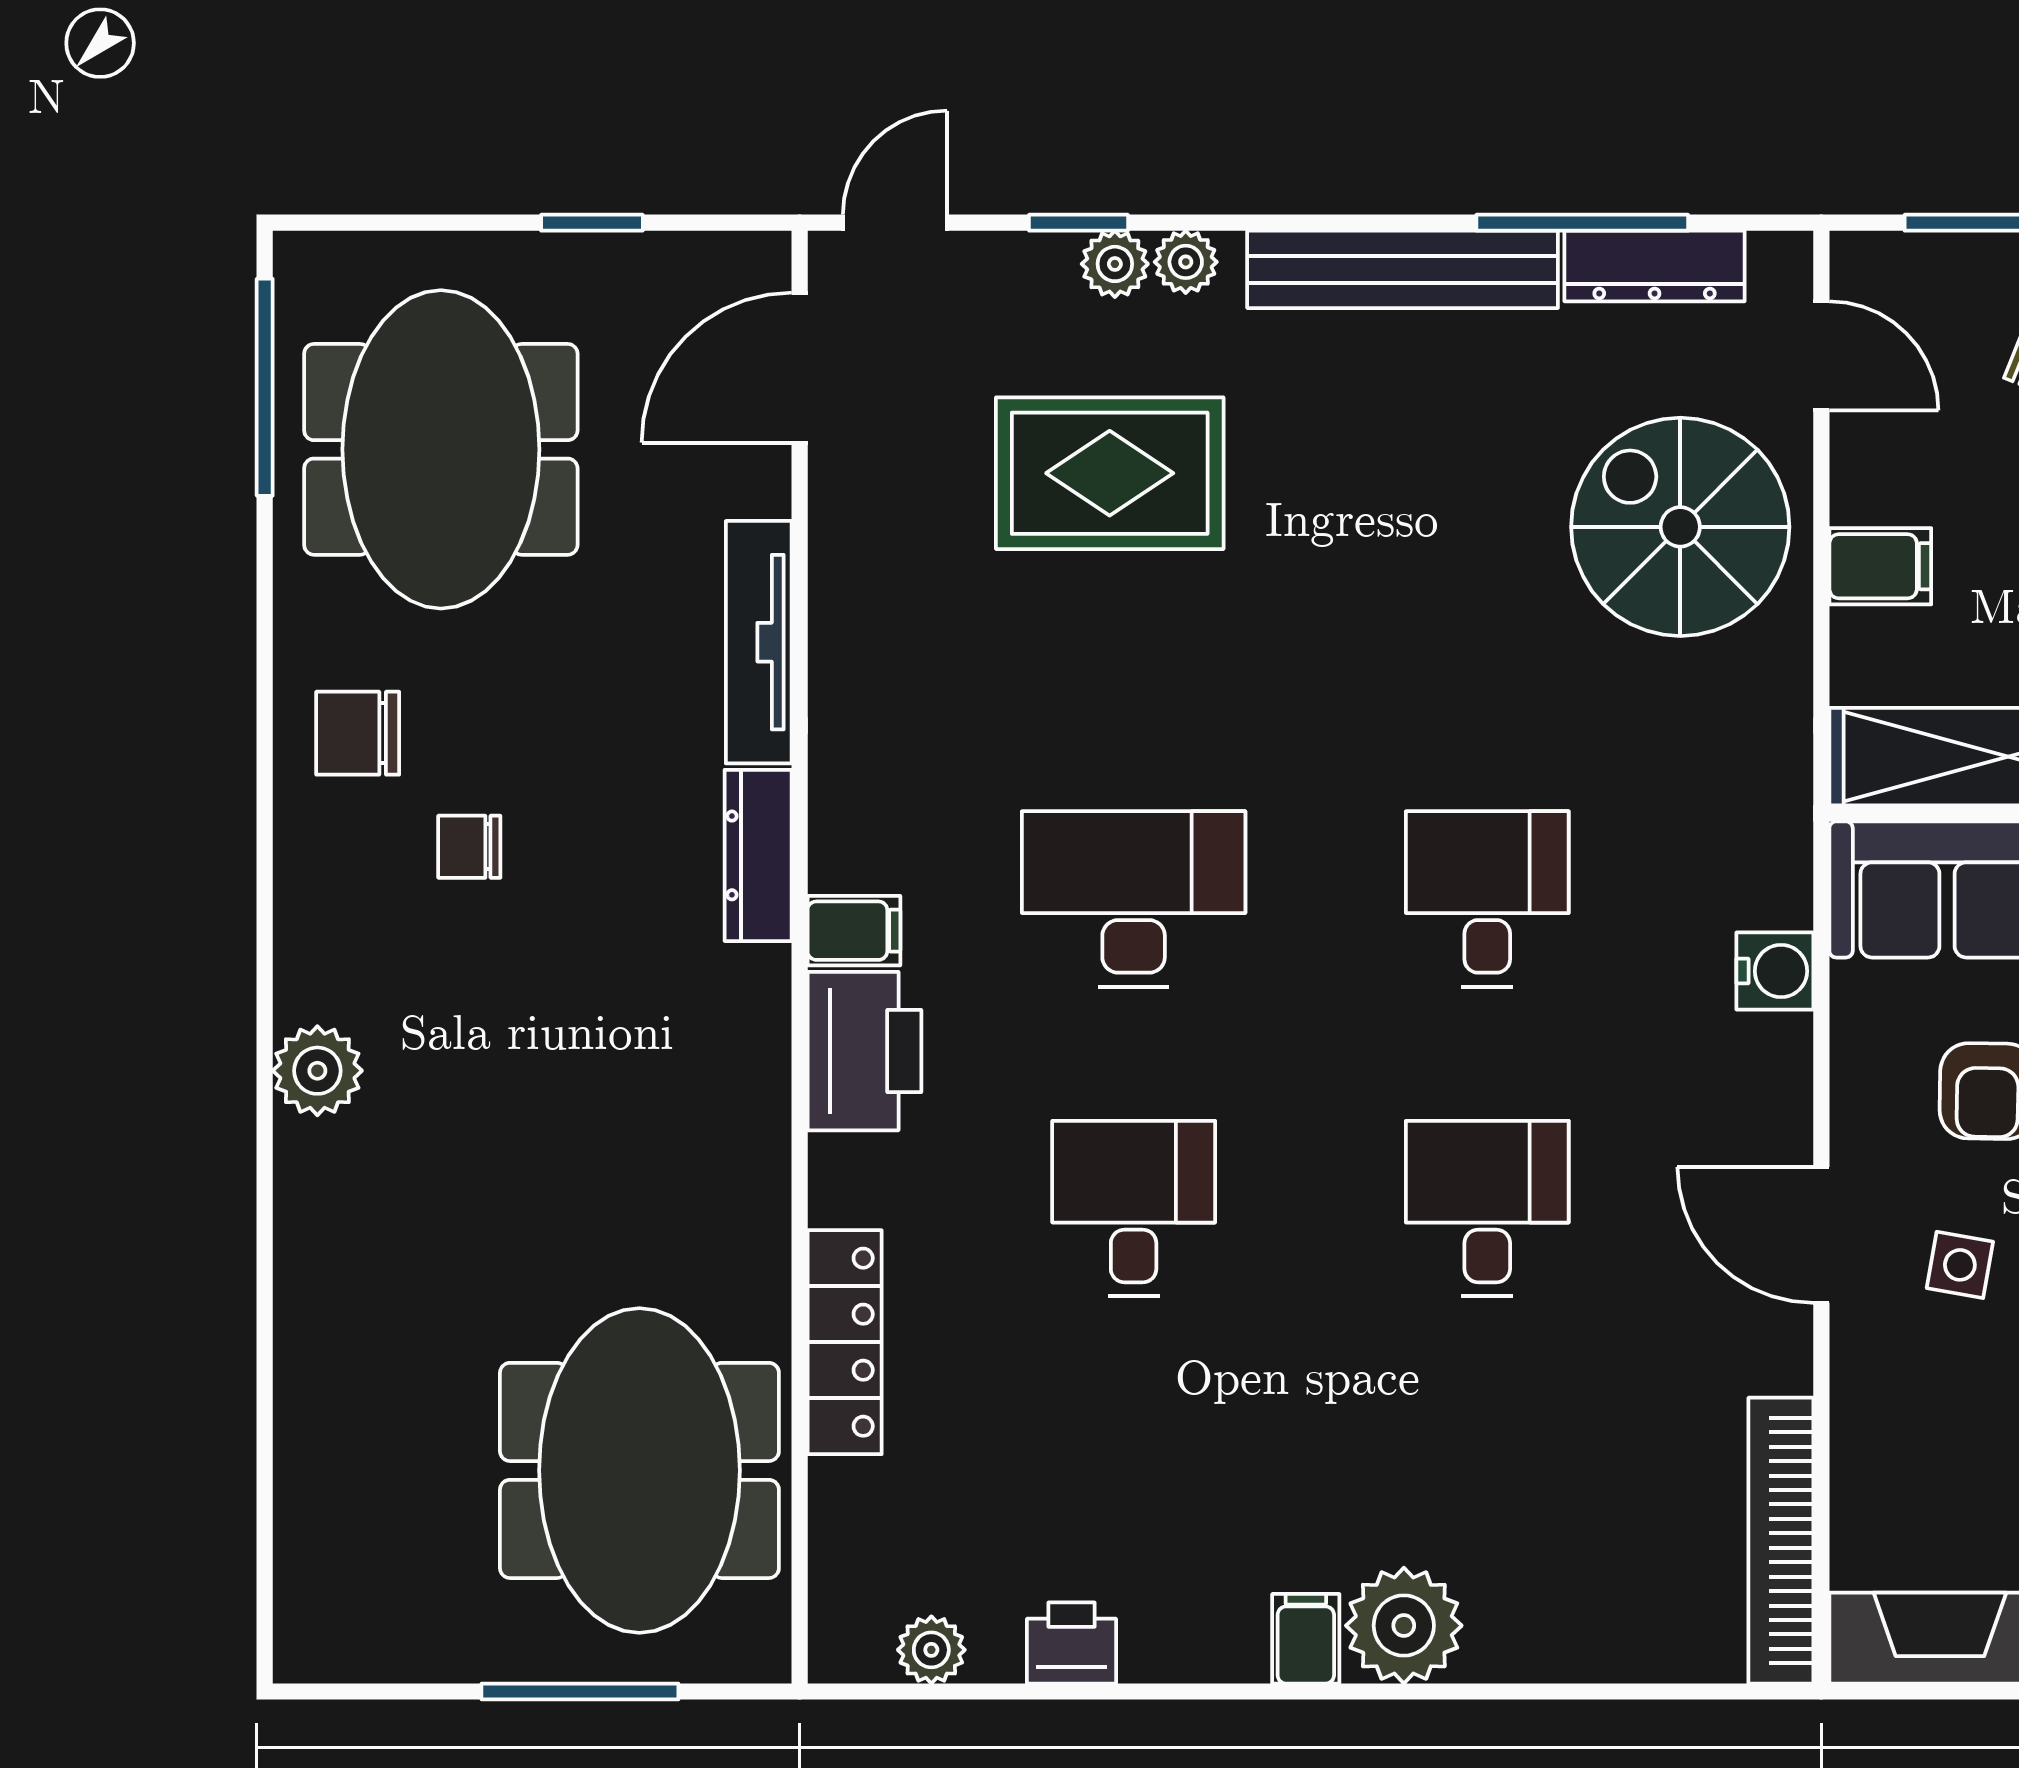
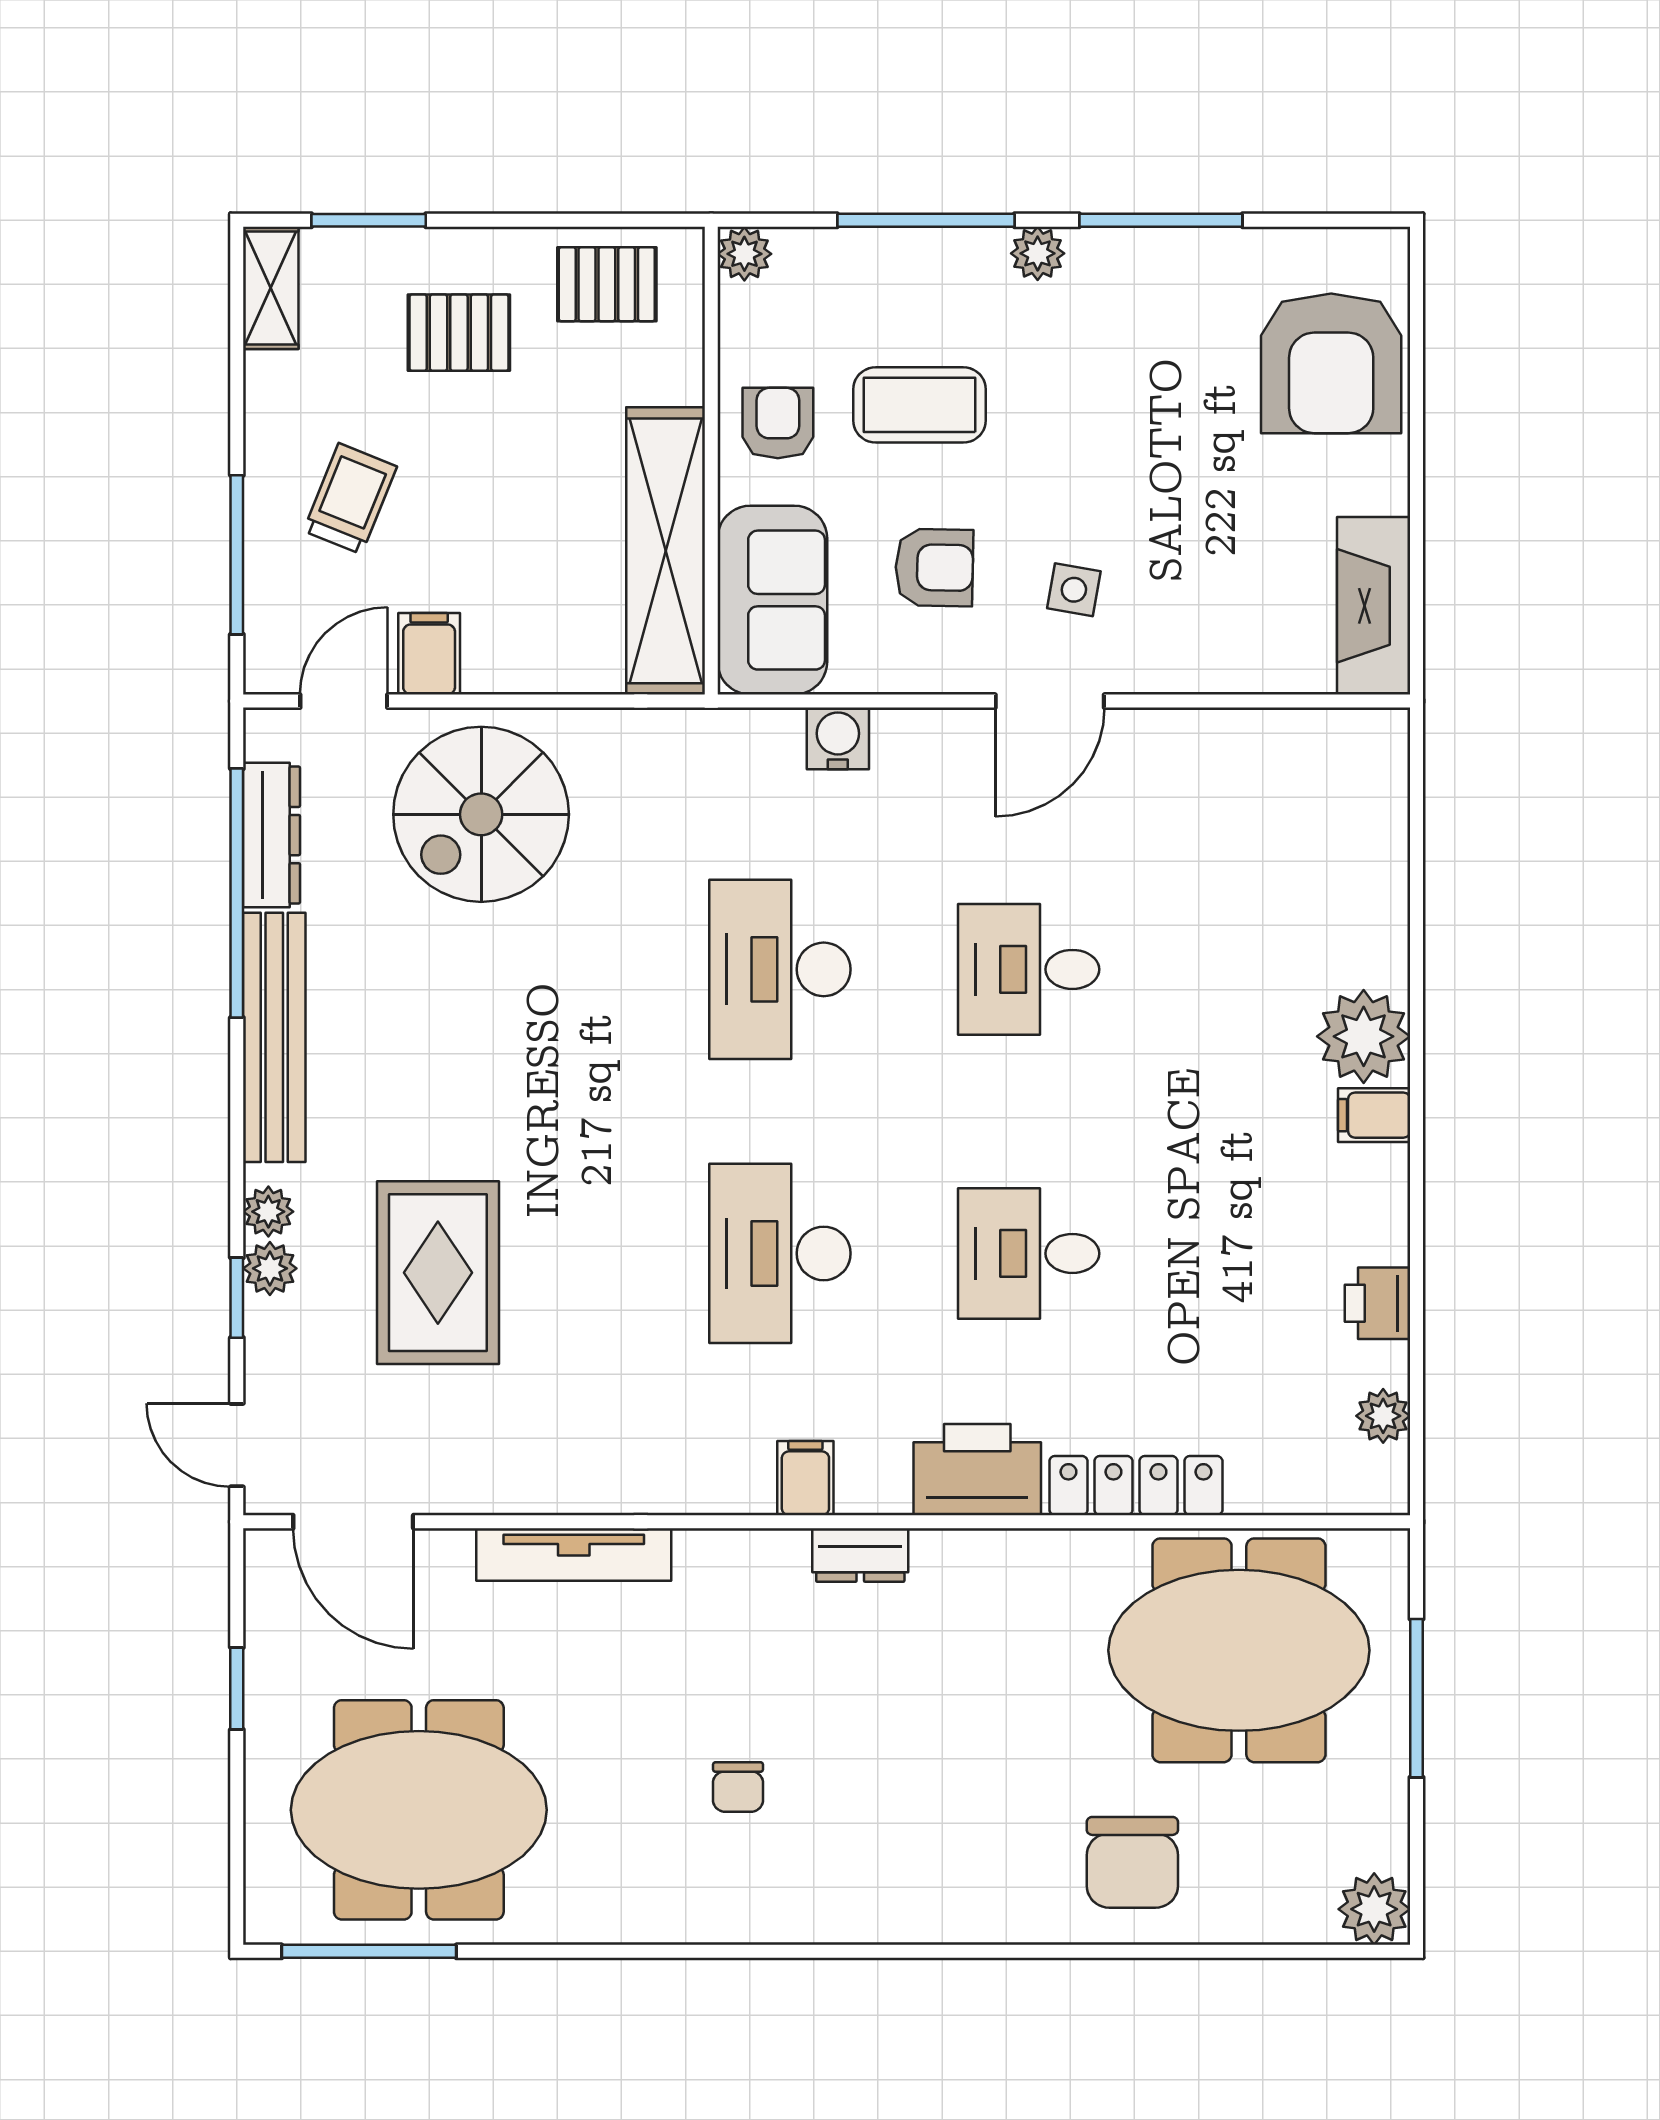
window: (1582, 223) -> (237, 893), width x1.46
filing cabinet: (1880, 566) -> (429, 654), moved
chair: (358, 733) -> (1132, 1862), moved, width x1.37, depth x1.37
dresser: (758, 855) -> (860, 1555), moved, width x0.70
desk: (1487, 899) -> (780, 969), width x1.37
printer: (864, 1051) -> (977, 1470), moved
plant: (317, 1071) -> (1374, 1909), moved
bookcase: (1781, 1541) -> (1295, 734), removed

